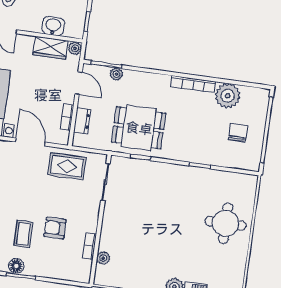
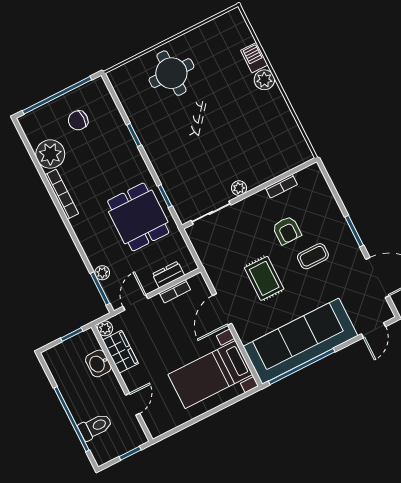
rug: (67, 166) -> (264, 278), moved
plant: (103, 258) -> (239, 188), moved
floor lamp: (16, 266) -> (348, 242), removed

